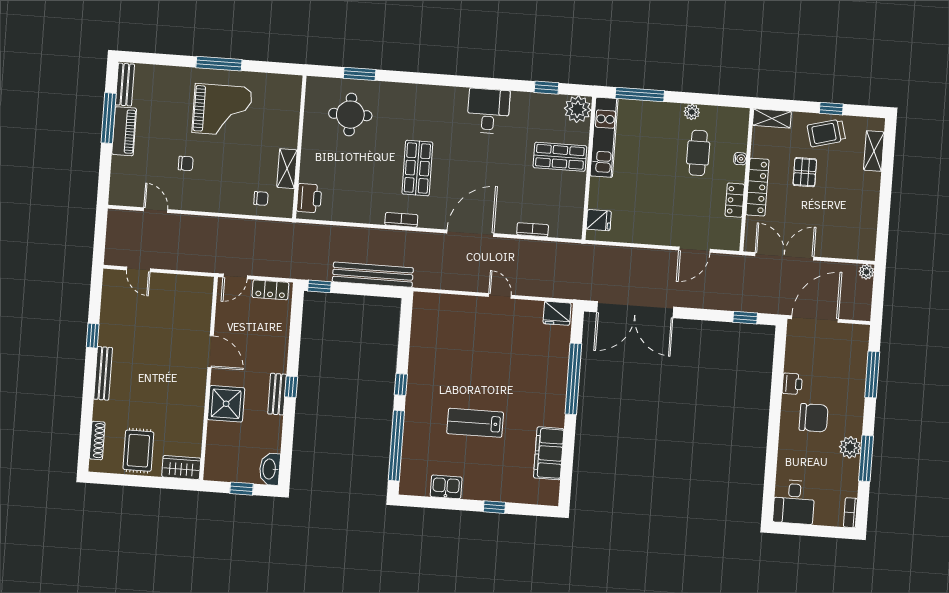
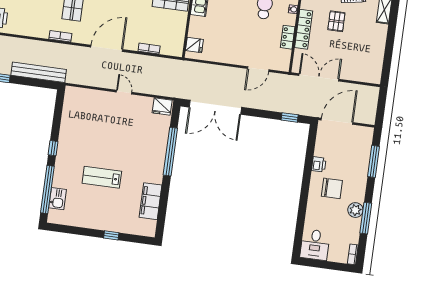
plant: (866, 272) -> (374, 91), removed
kitchen sink: (446, 487) -> (58, 199), moved, turned 90

